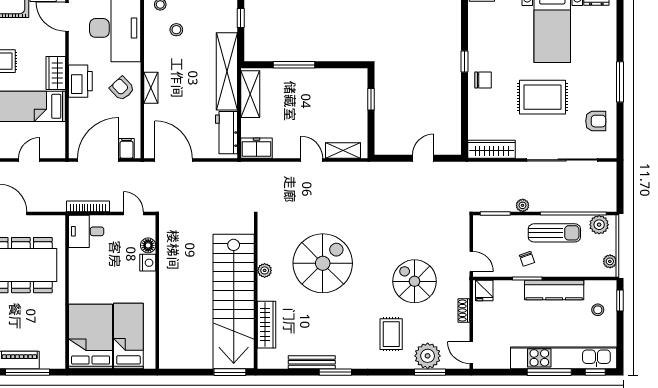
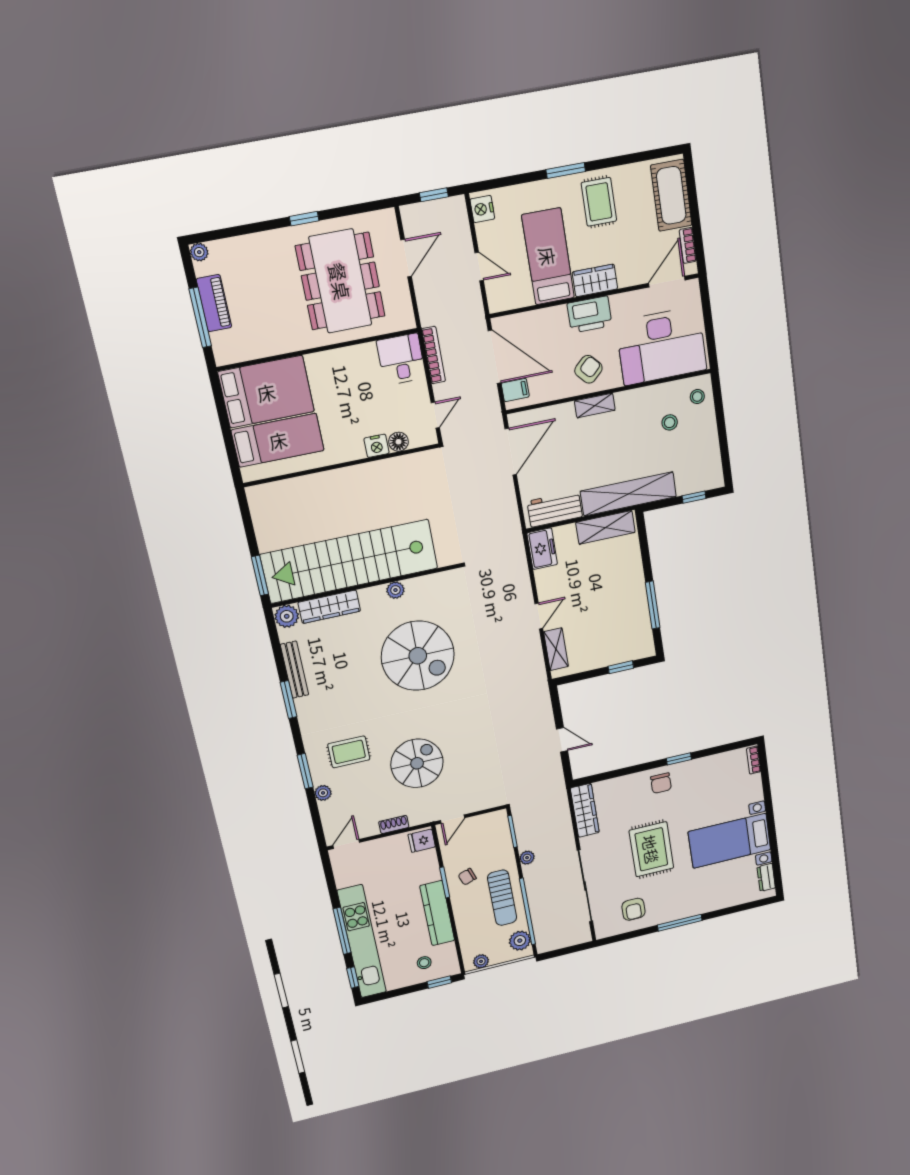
window: (294, 65) -> (653, 605), moved
plant: (428, 356) -> (323, 793), width x0.53, depth x0.53
plant: (267, 359) -> (287, 616), added
window: (430, 372) -> (305, 771), moved

